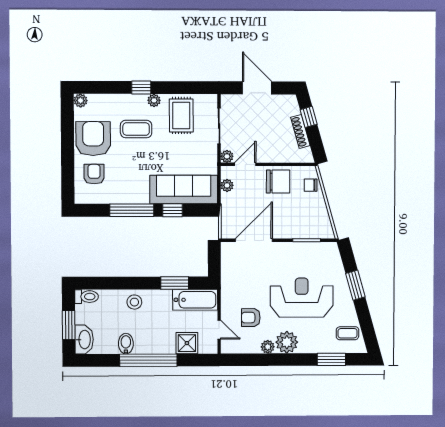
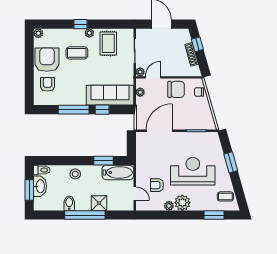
washbasin: (84, 340) -> (40, 186), moved
shower: (187, 343) -> (99, 203), moved

